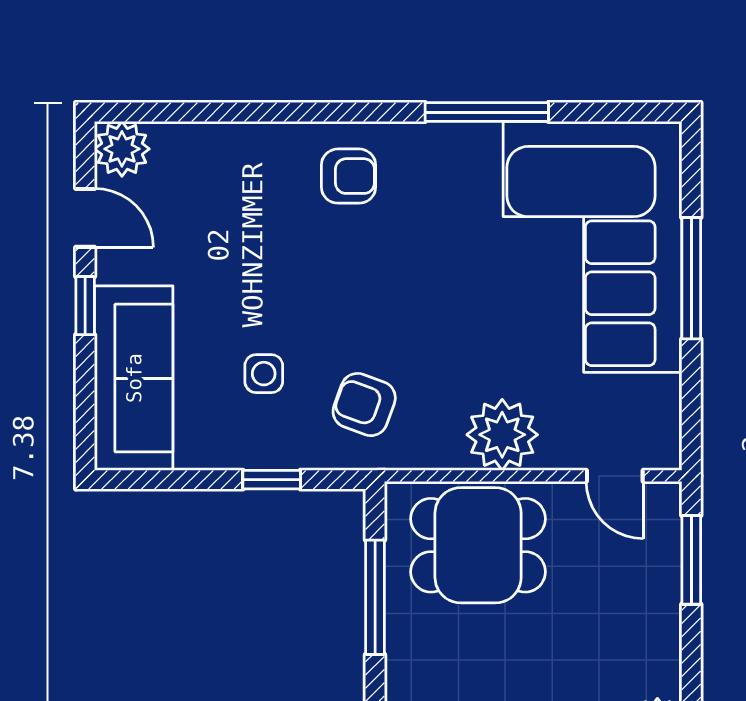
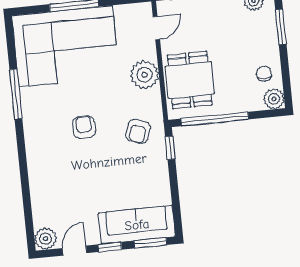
armchair: (348, 176) -> (84, 127), moved
side table: (264, 374) -> (130, 173), removed
window: (85, 407) -> (150, 243), added
window: (272, 480) -> (170, 148), moved
window: (375, 597) -> (215, 119), width x1.46

